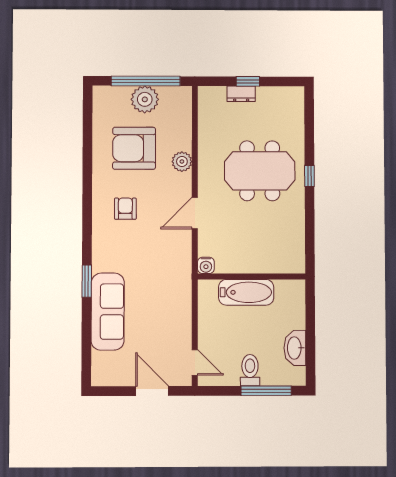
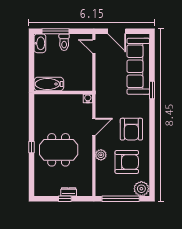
plant: (145, 99) -> (141, 189), moved
armchair: (125, 209) -> (131, 129), width x1.88, depth x1.88
bathtub: (246, 292) -> (49, 84), moved
sofa: (108, 312) -> (138, 66), width x1.36, depth x1.27
washbasin: (295, 348) -> (40, 43), moved

